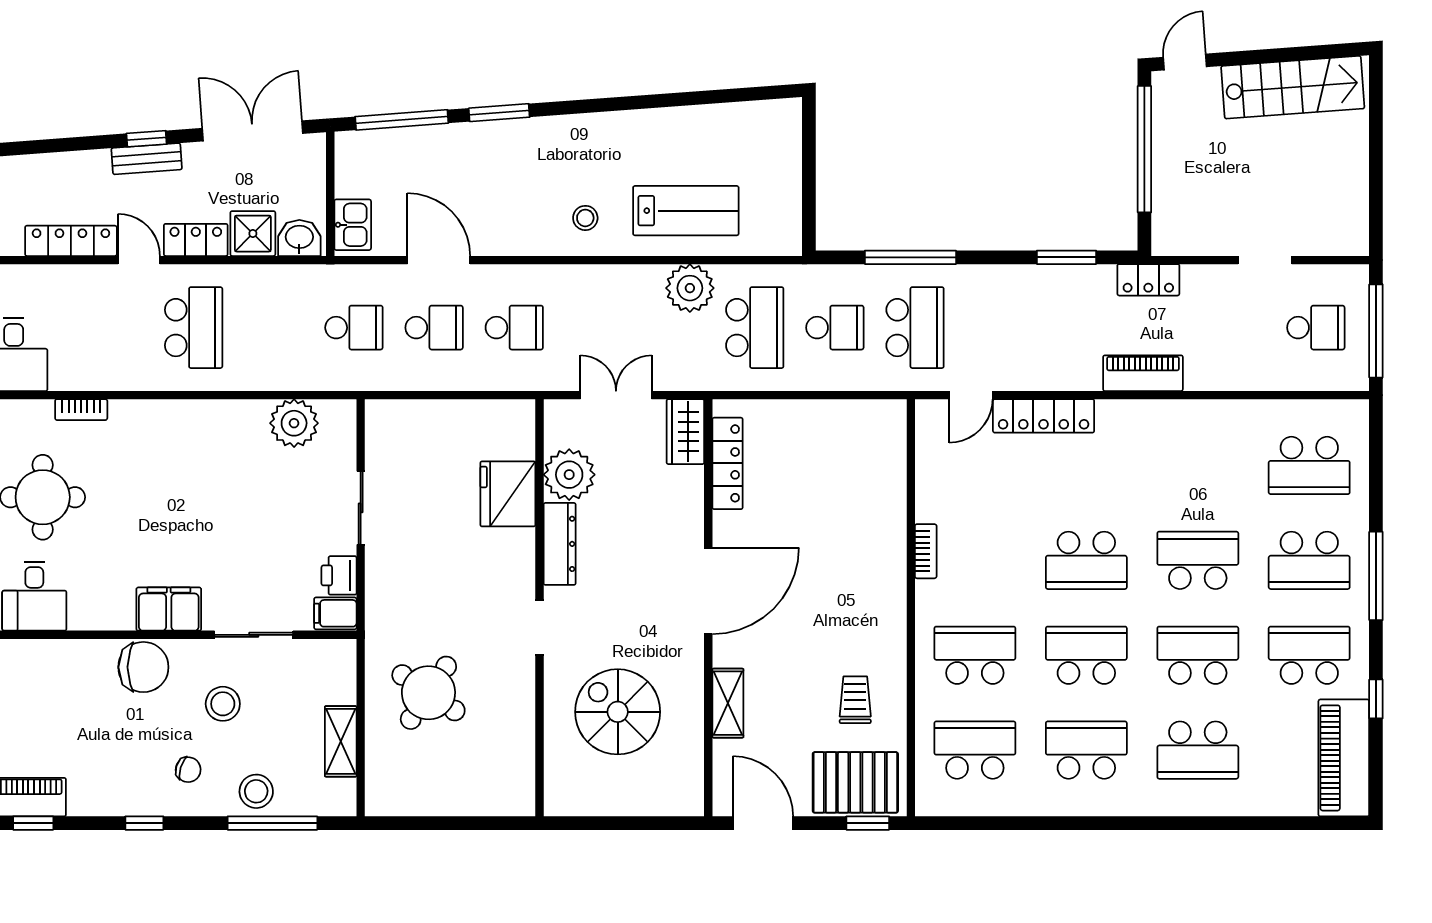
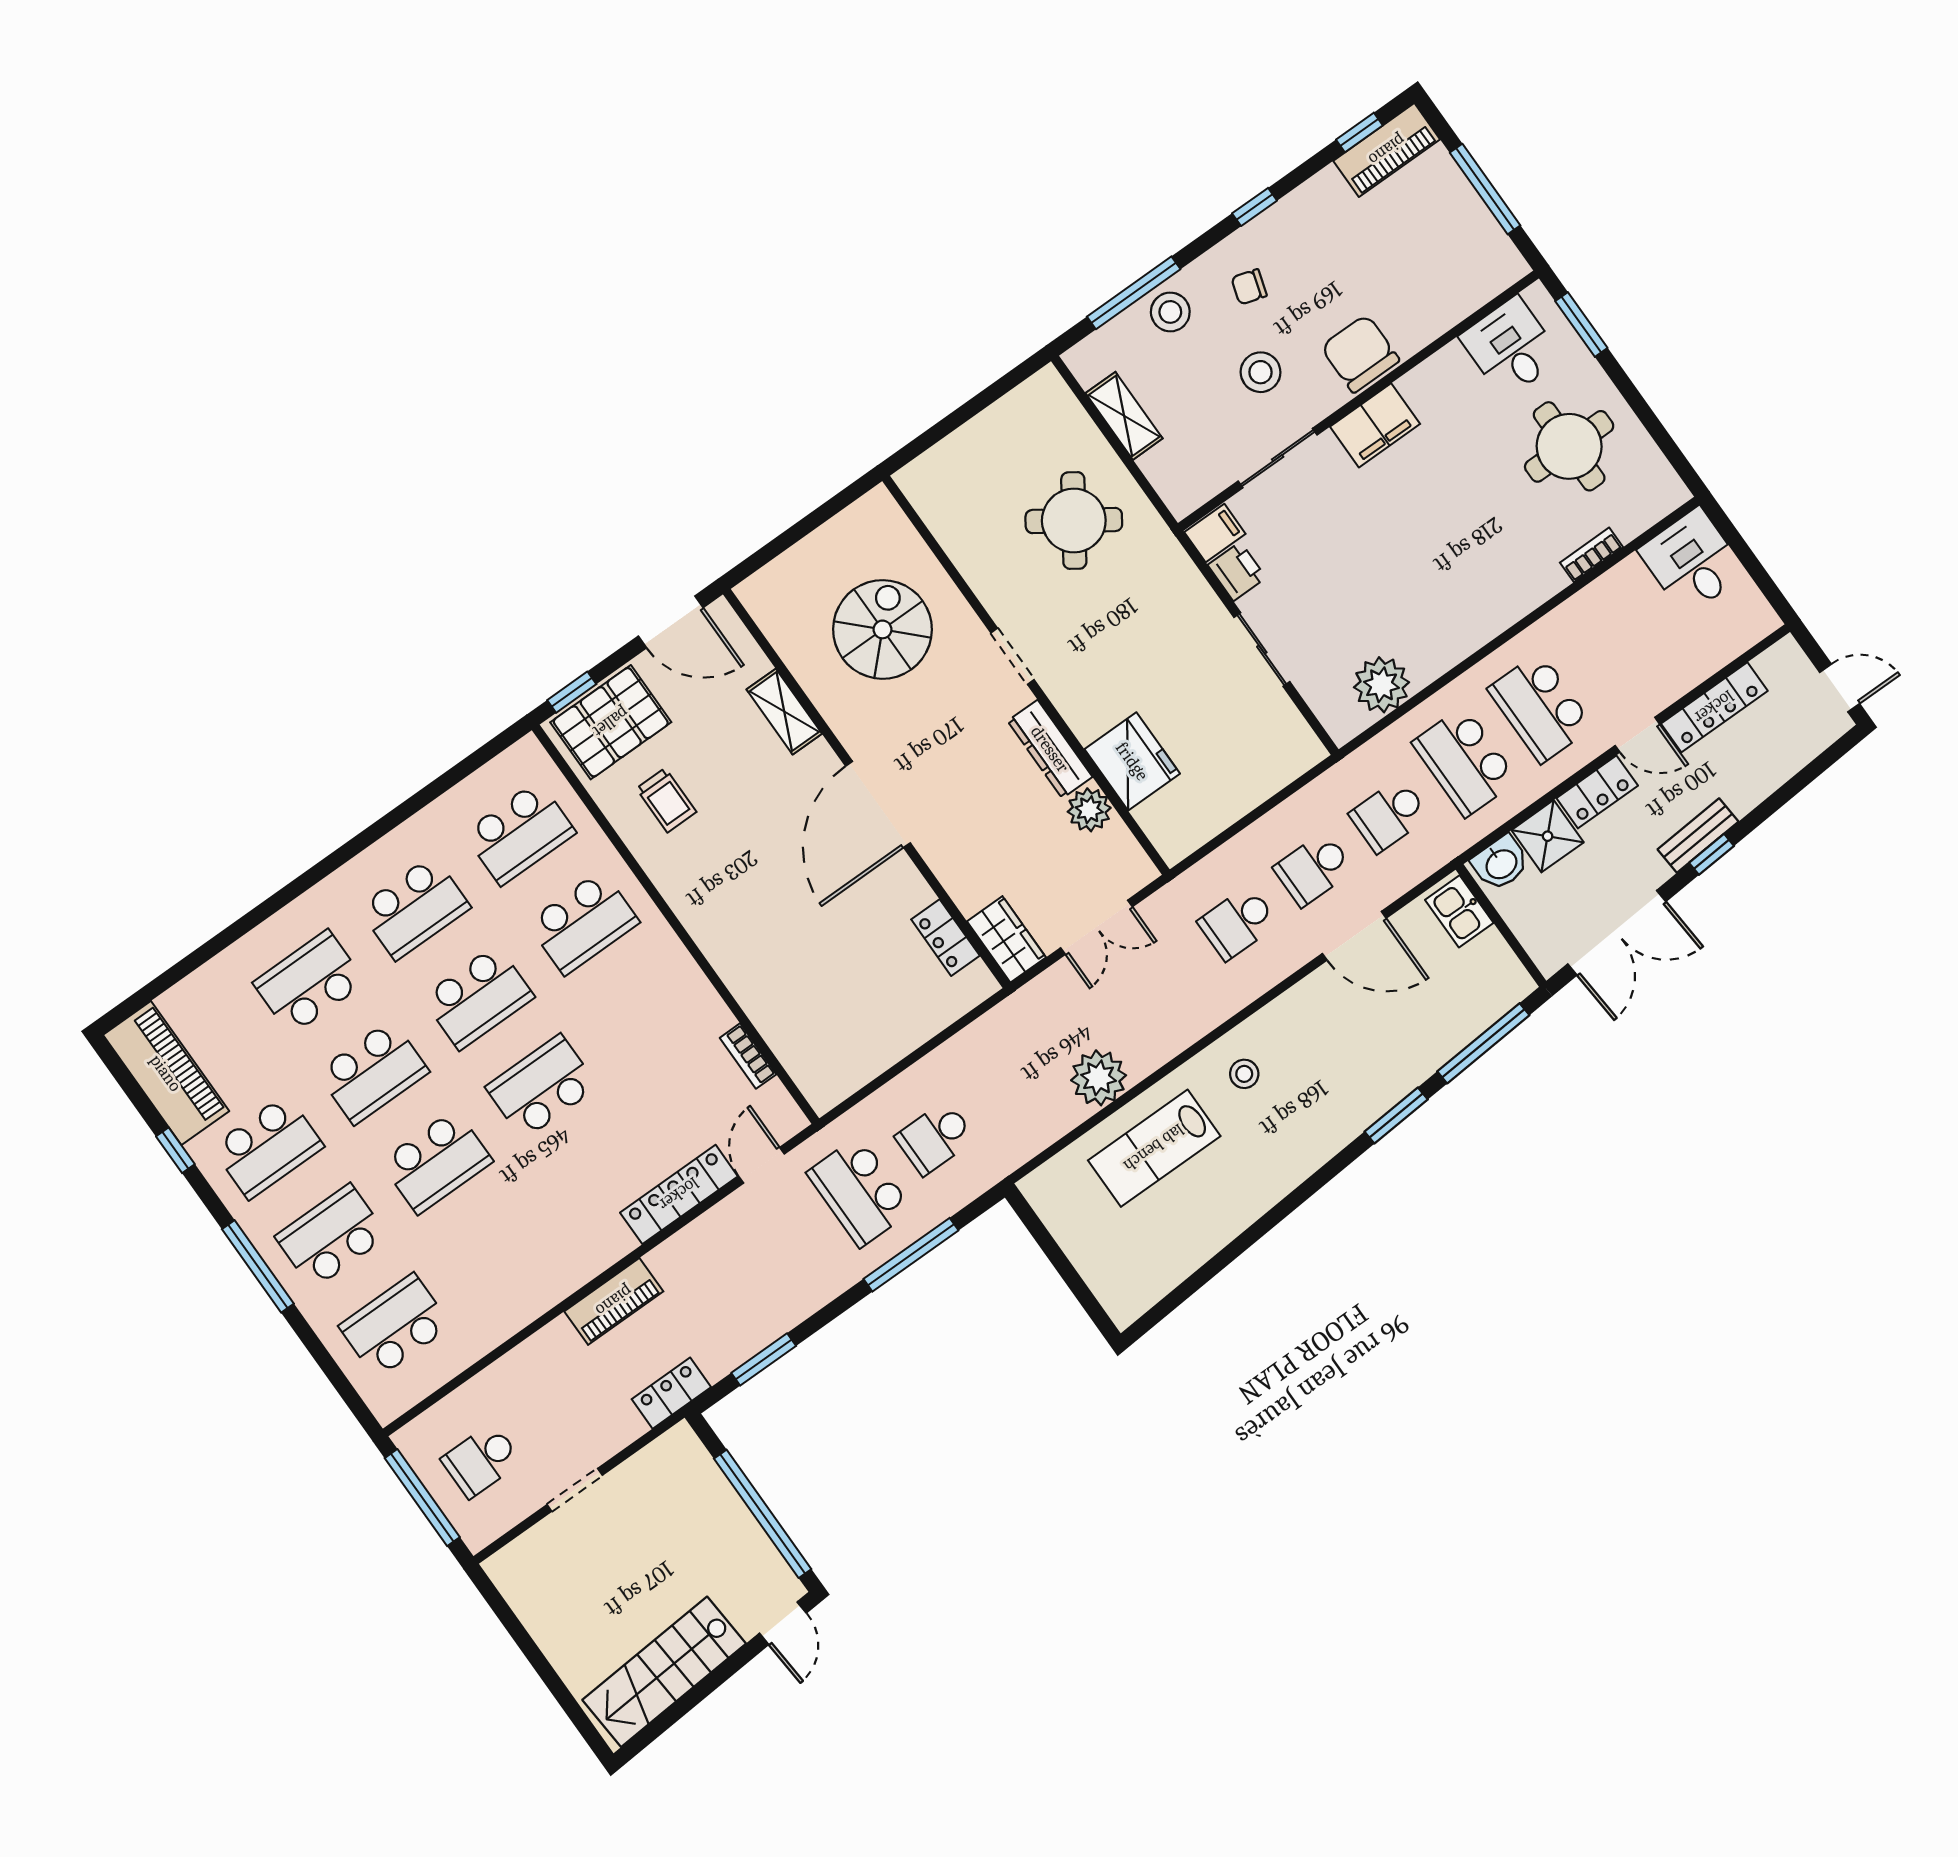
school desk: (755, 328) -> (1465, 761), moved
locker: (727, 463) -> (945, 938), width x0.66
plant: (569, 475) -> (1089, 810), width x0.73, depth x0.73
bookcase: (926, 551) -> (748, 1056), moved
chair: (143, 667) -> (1360, 354), turned 90
spiral stairs: (618, 712) -> (882, 629), turned -90

